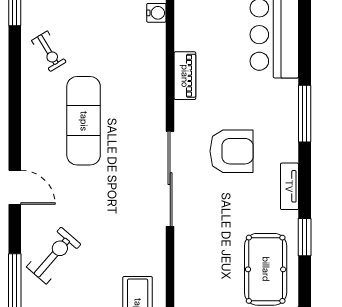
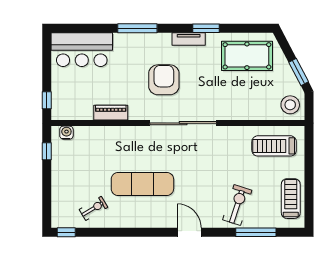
door: (15, 187) -> (189, 232), hinge flipped
window: (305, 237) -> (206, 28), moved
exercise bike: (54, 256) -> (237, 205), turned 67

